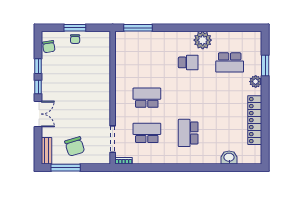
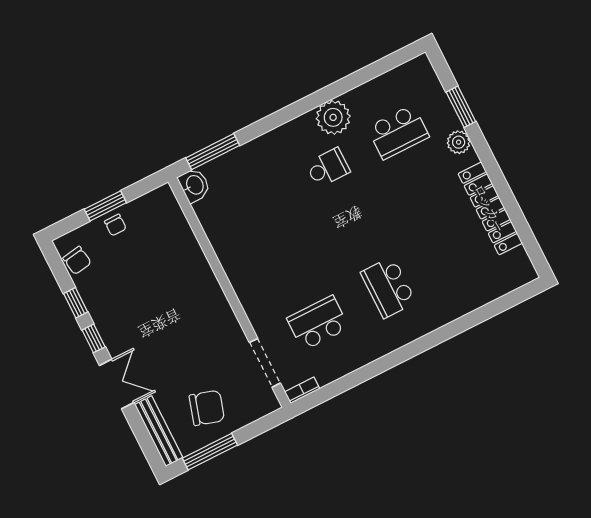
school desk: (147, 98) -> (288, 263), removed
chair: (75, 146) -> (207, 408), turned -56
bench: (47, 151) -> (159, 431), width x1.36
washbasin: (229, 158) -> (194, 185), moved, turned 90

